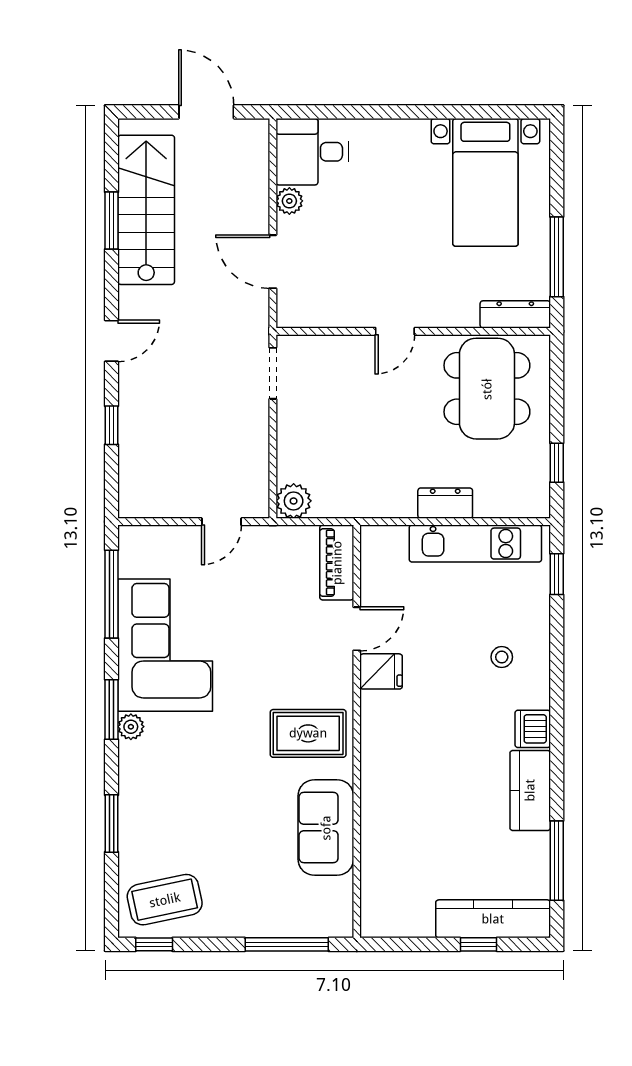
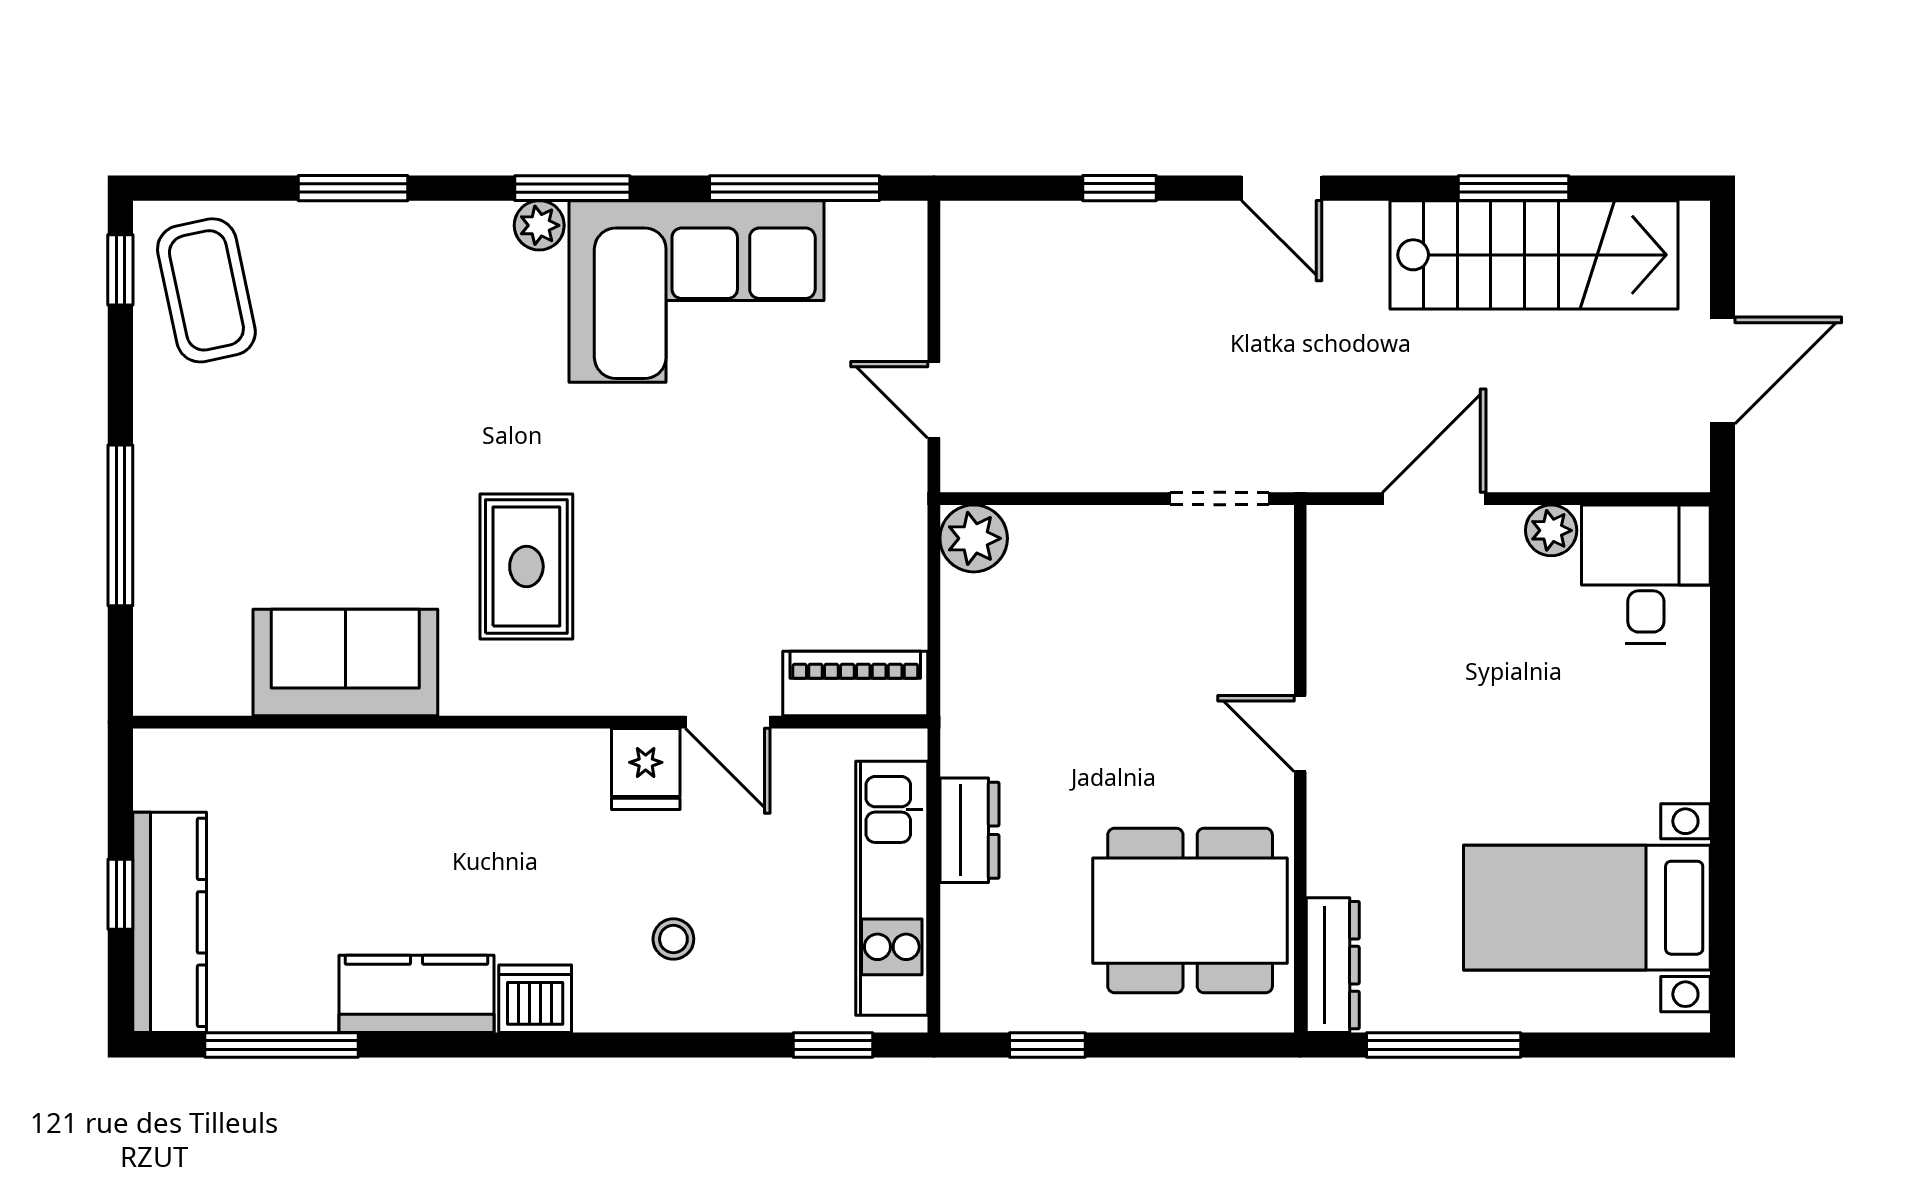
piano: (337, 563) -> (855, 684), moved
door: (357, 629) -> (728, 722), moved
fridge: (381, 671) -> (646, 769), moved
wall: (357, 731) -> (530, 722), moved
sofa: (326, 828) -> (345, 663), moved

